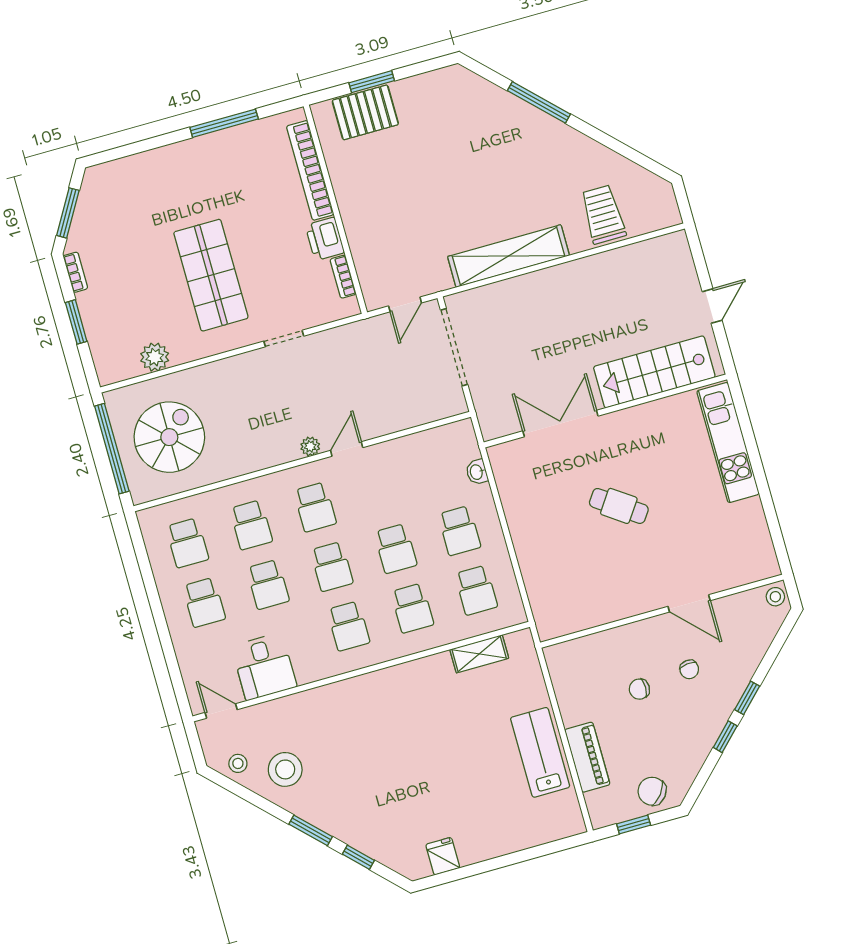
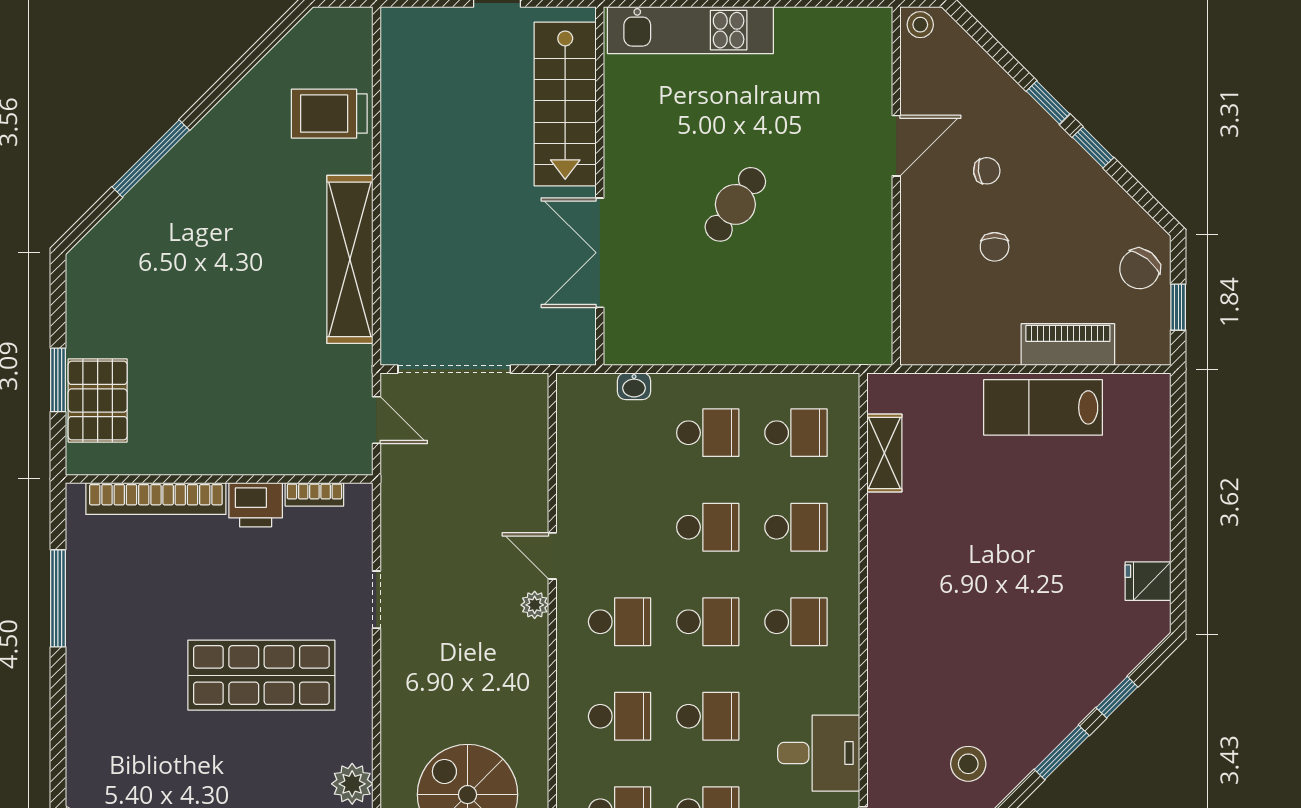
stool: (285, 769) -> (968, 764), width x0.73, depth x0.73

